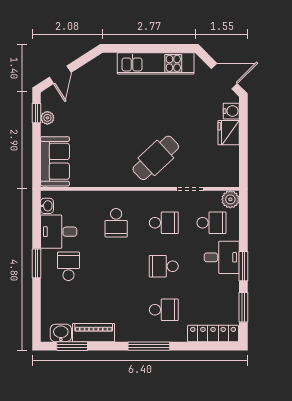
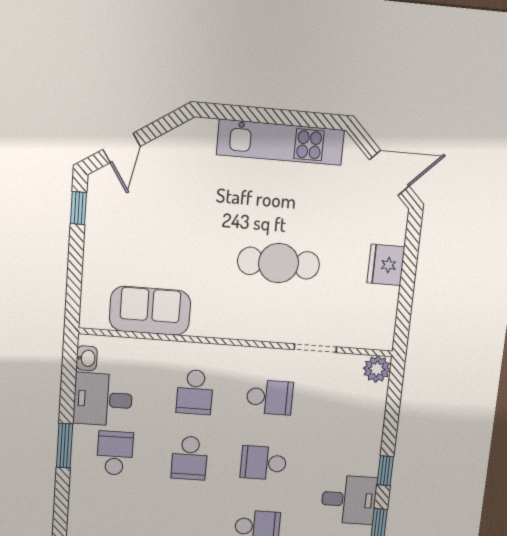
water cooler: (231, 111) -> (394, 231), removed
plant: (47, 118) -> (96, 217), removed
cafe table: (156, 158) -> (279, 263), moved, turned 43
sofa: (55, 161) -> (150, 311), moved, turned -90
school desk: (211, 223) -> (189, 458), moved, turned 90
desk: (222, 257) -> (349, 500), moved
window: (243, 266) -> (385, 471), width x0.67

